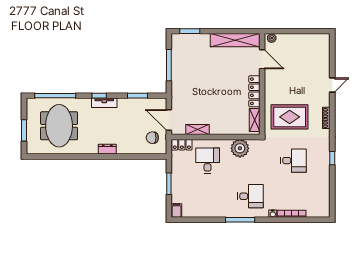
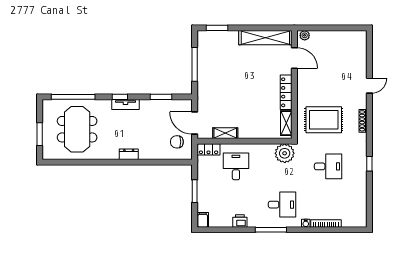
plant: (240, 148) -> (285, 153), moved
printer: (211, 212) -> (240, 221), added

